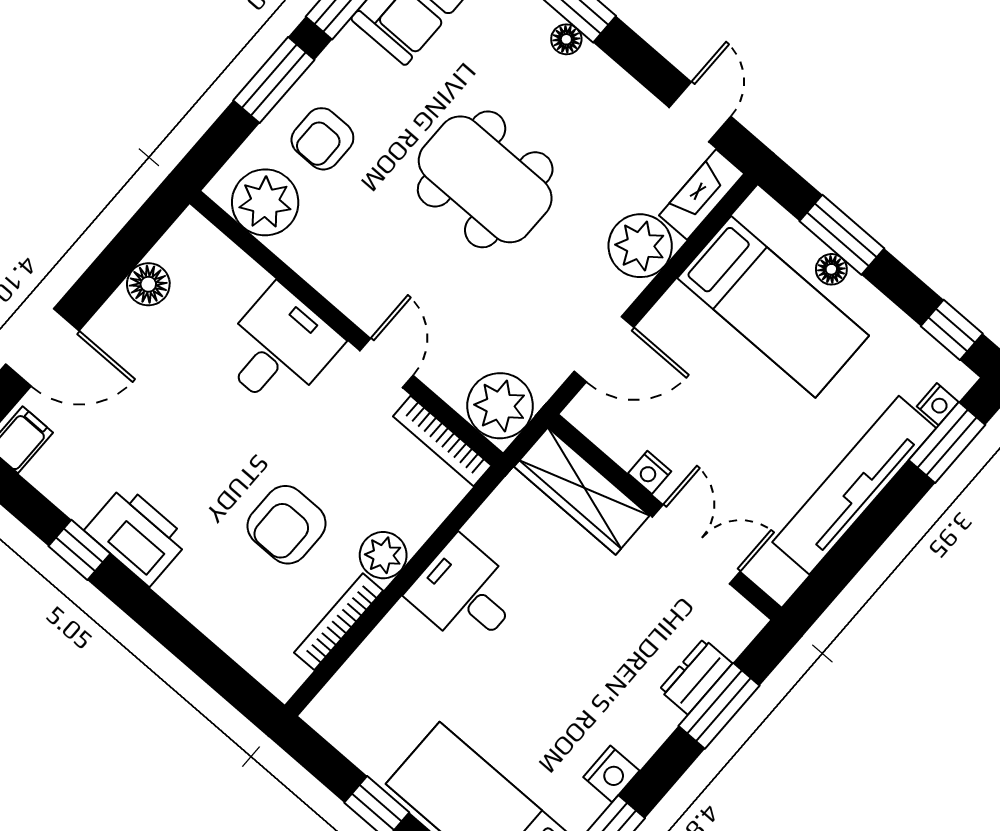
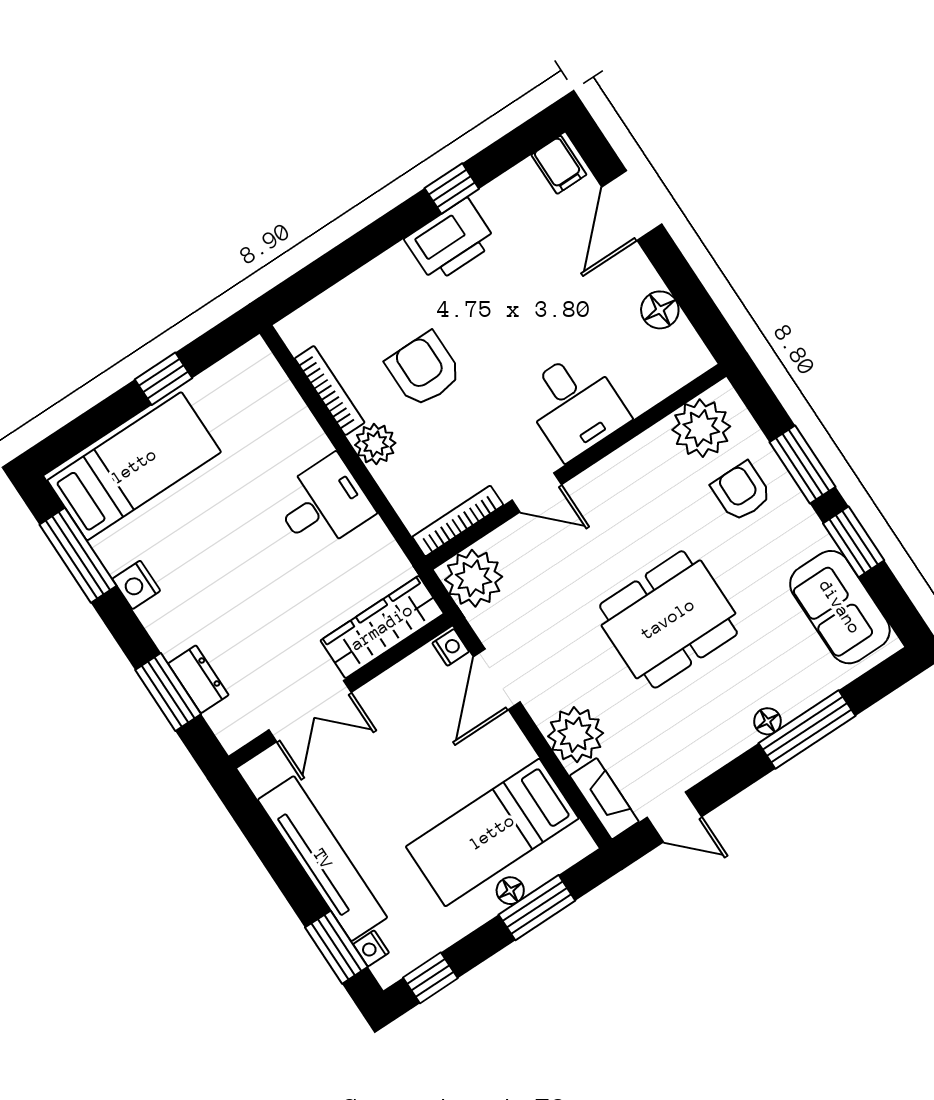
nightstand: (650, 472) -> (451, 647), moved, turned 90

